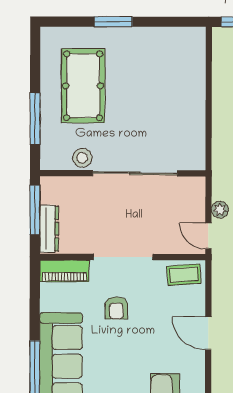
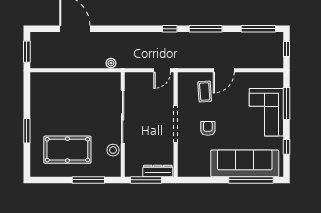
plant: (220, 210) -> (111, 63), moved
piano: (64, 271) -> (184, 161), removed
coffee table: (184, 275) -> (205, 92), moved
armchair: (116, 308) -> (208, 128), turned -90

